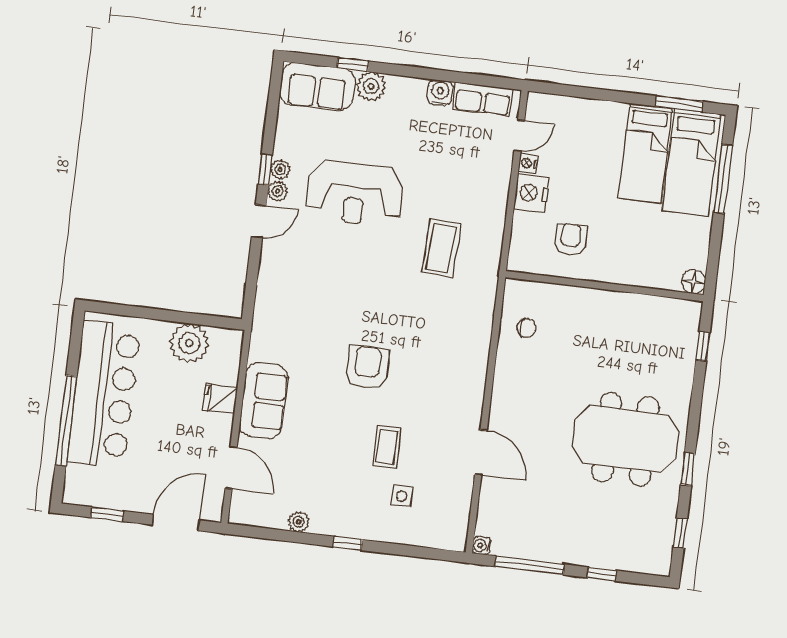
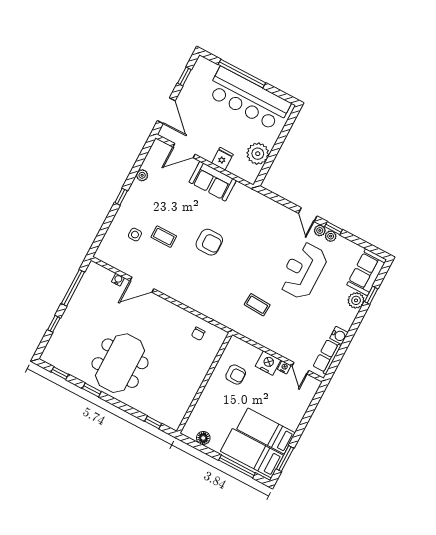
coffee table: (441, 248) -> (257, 305), width x0.73, depth x0.77
floor lamp: (693, 282) -> (203, 438), moved
water cooler: (482, 546) -> (118, 280), moved

